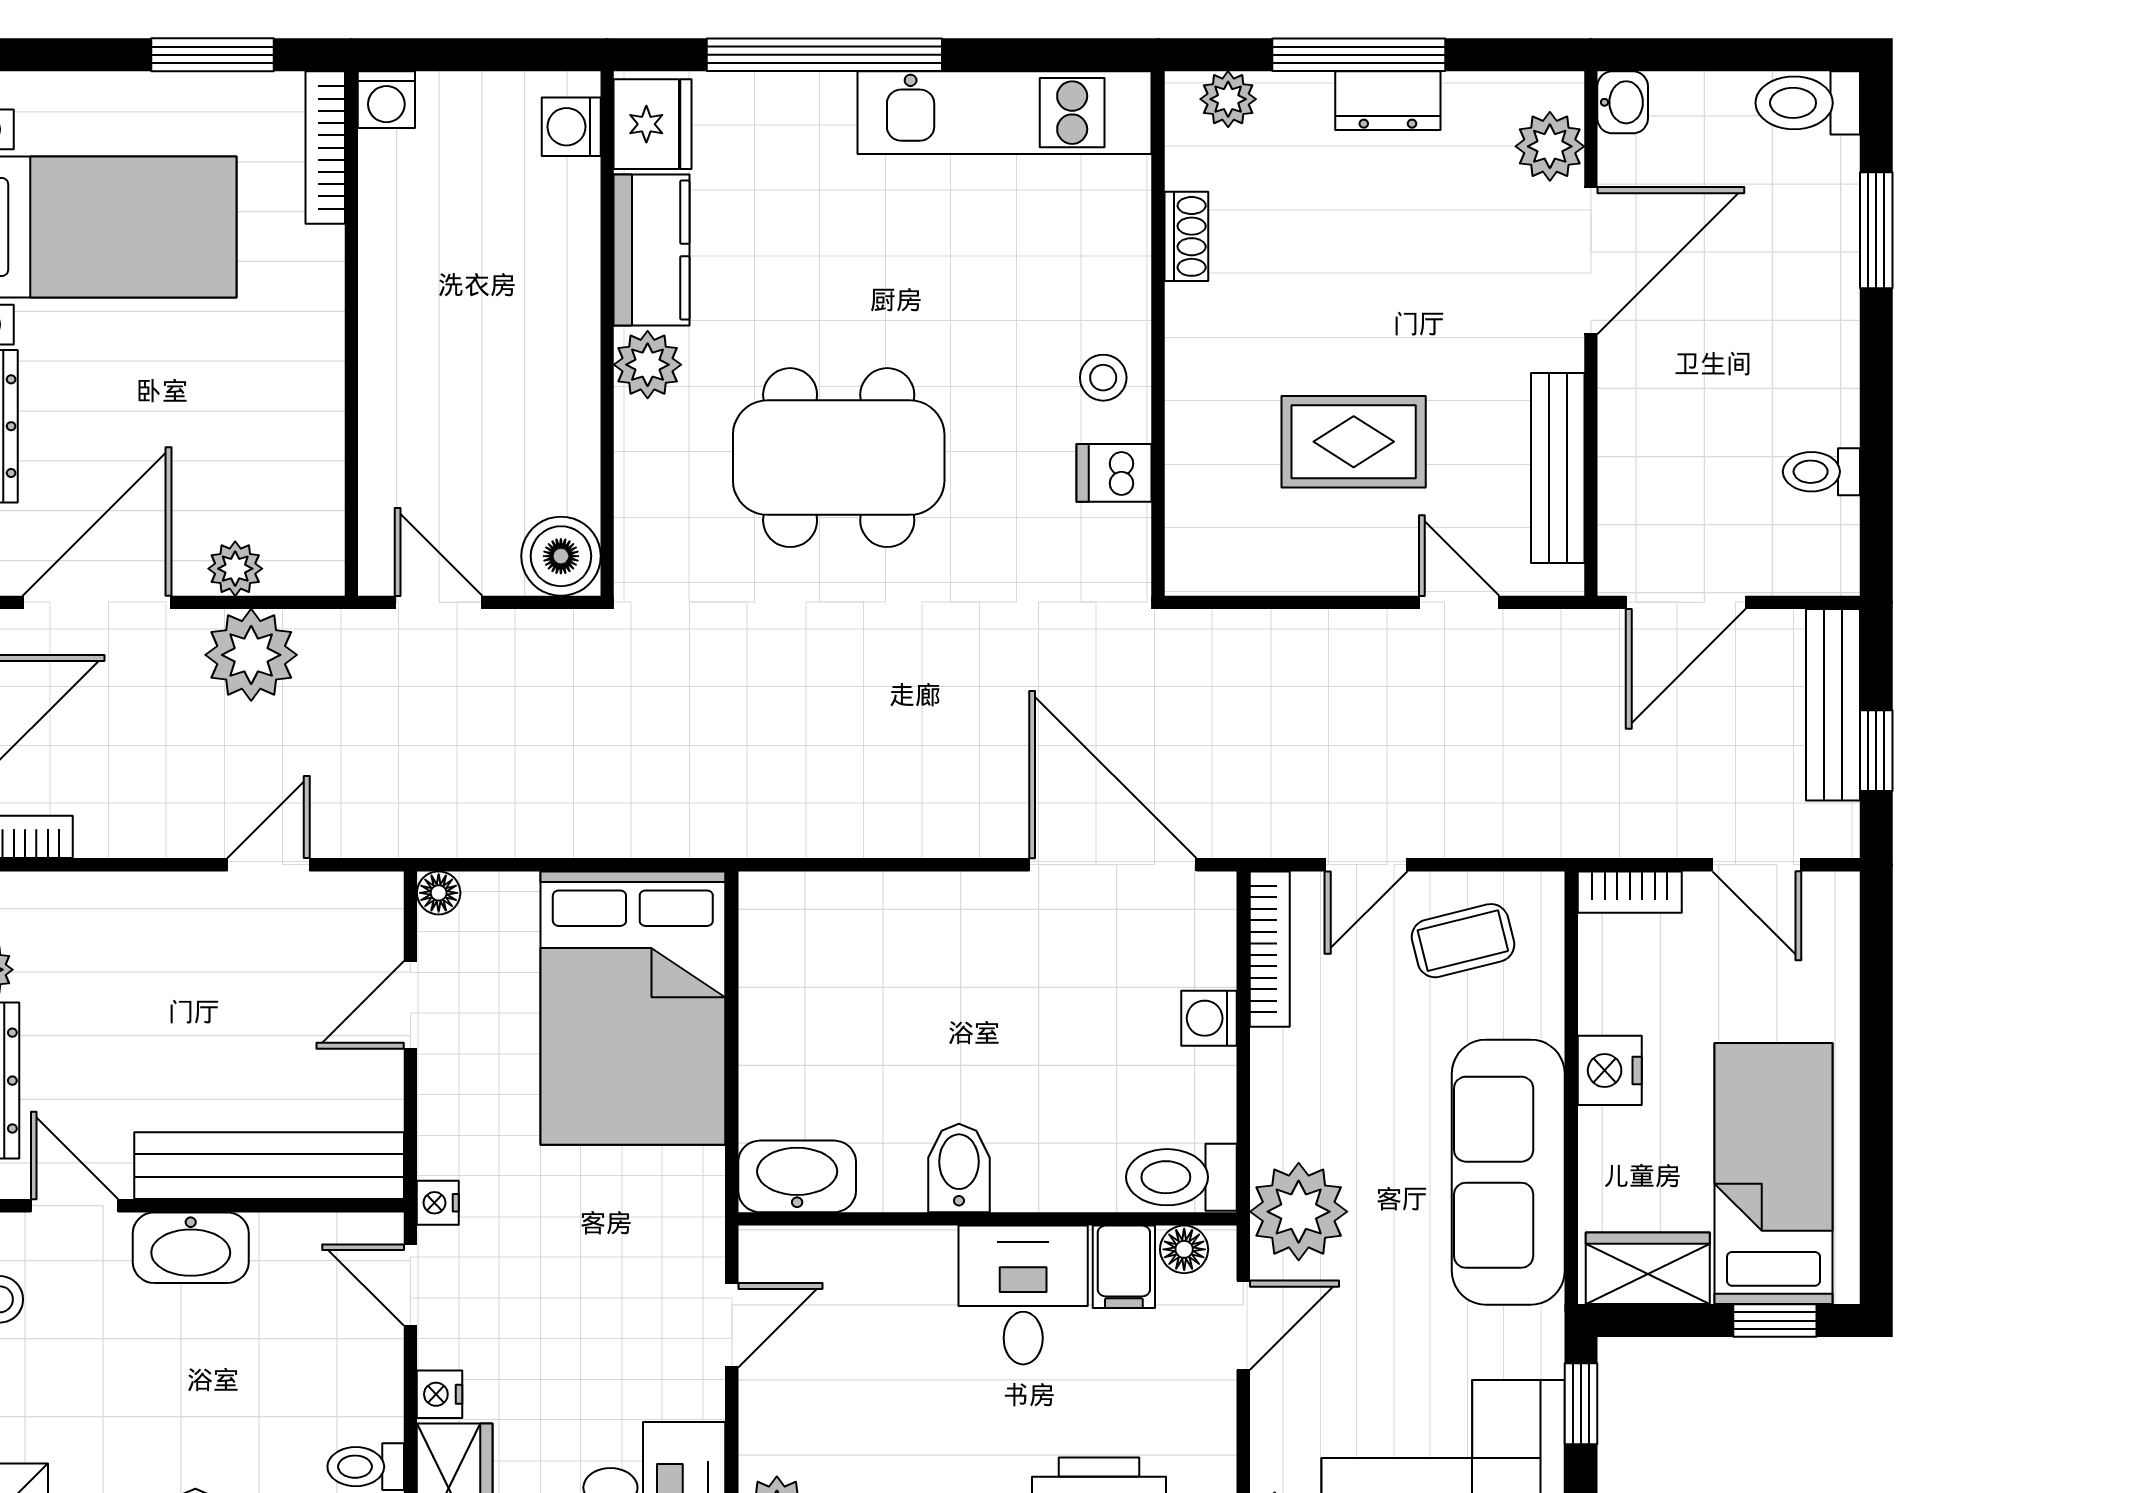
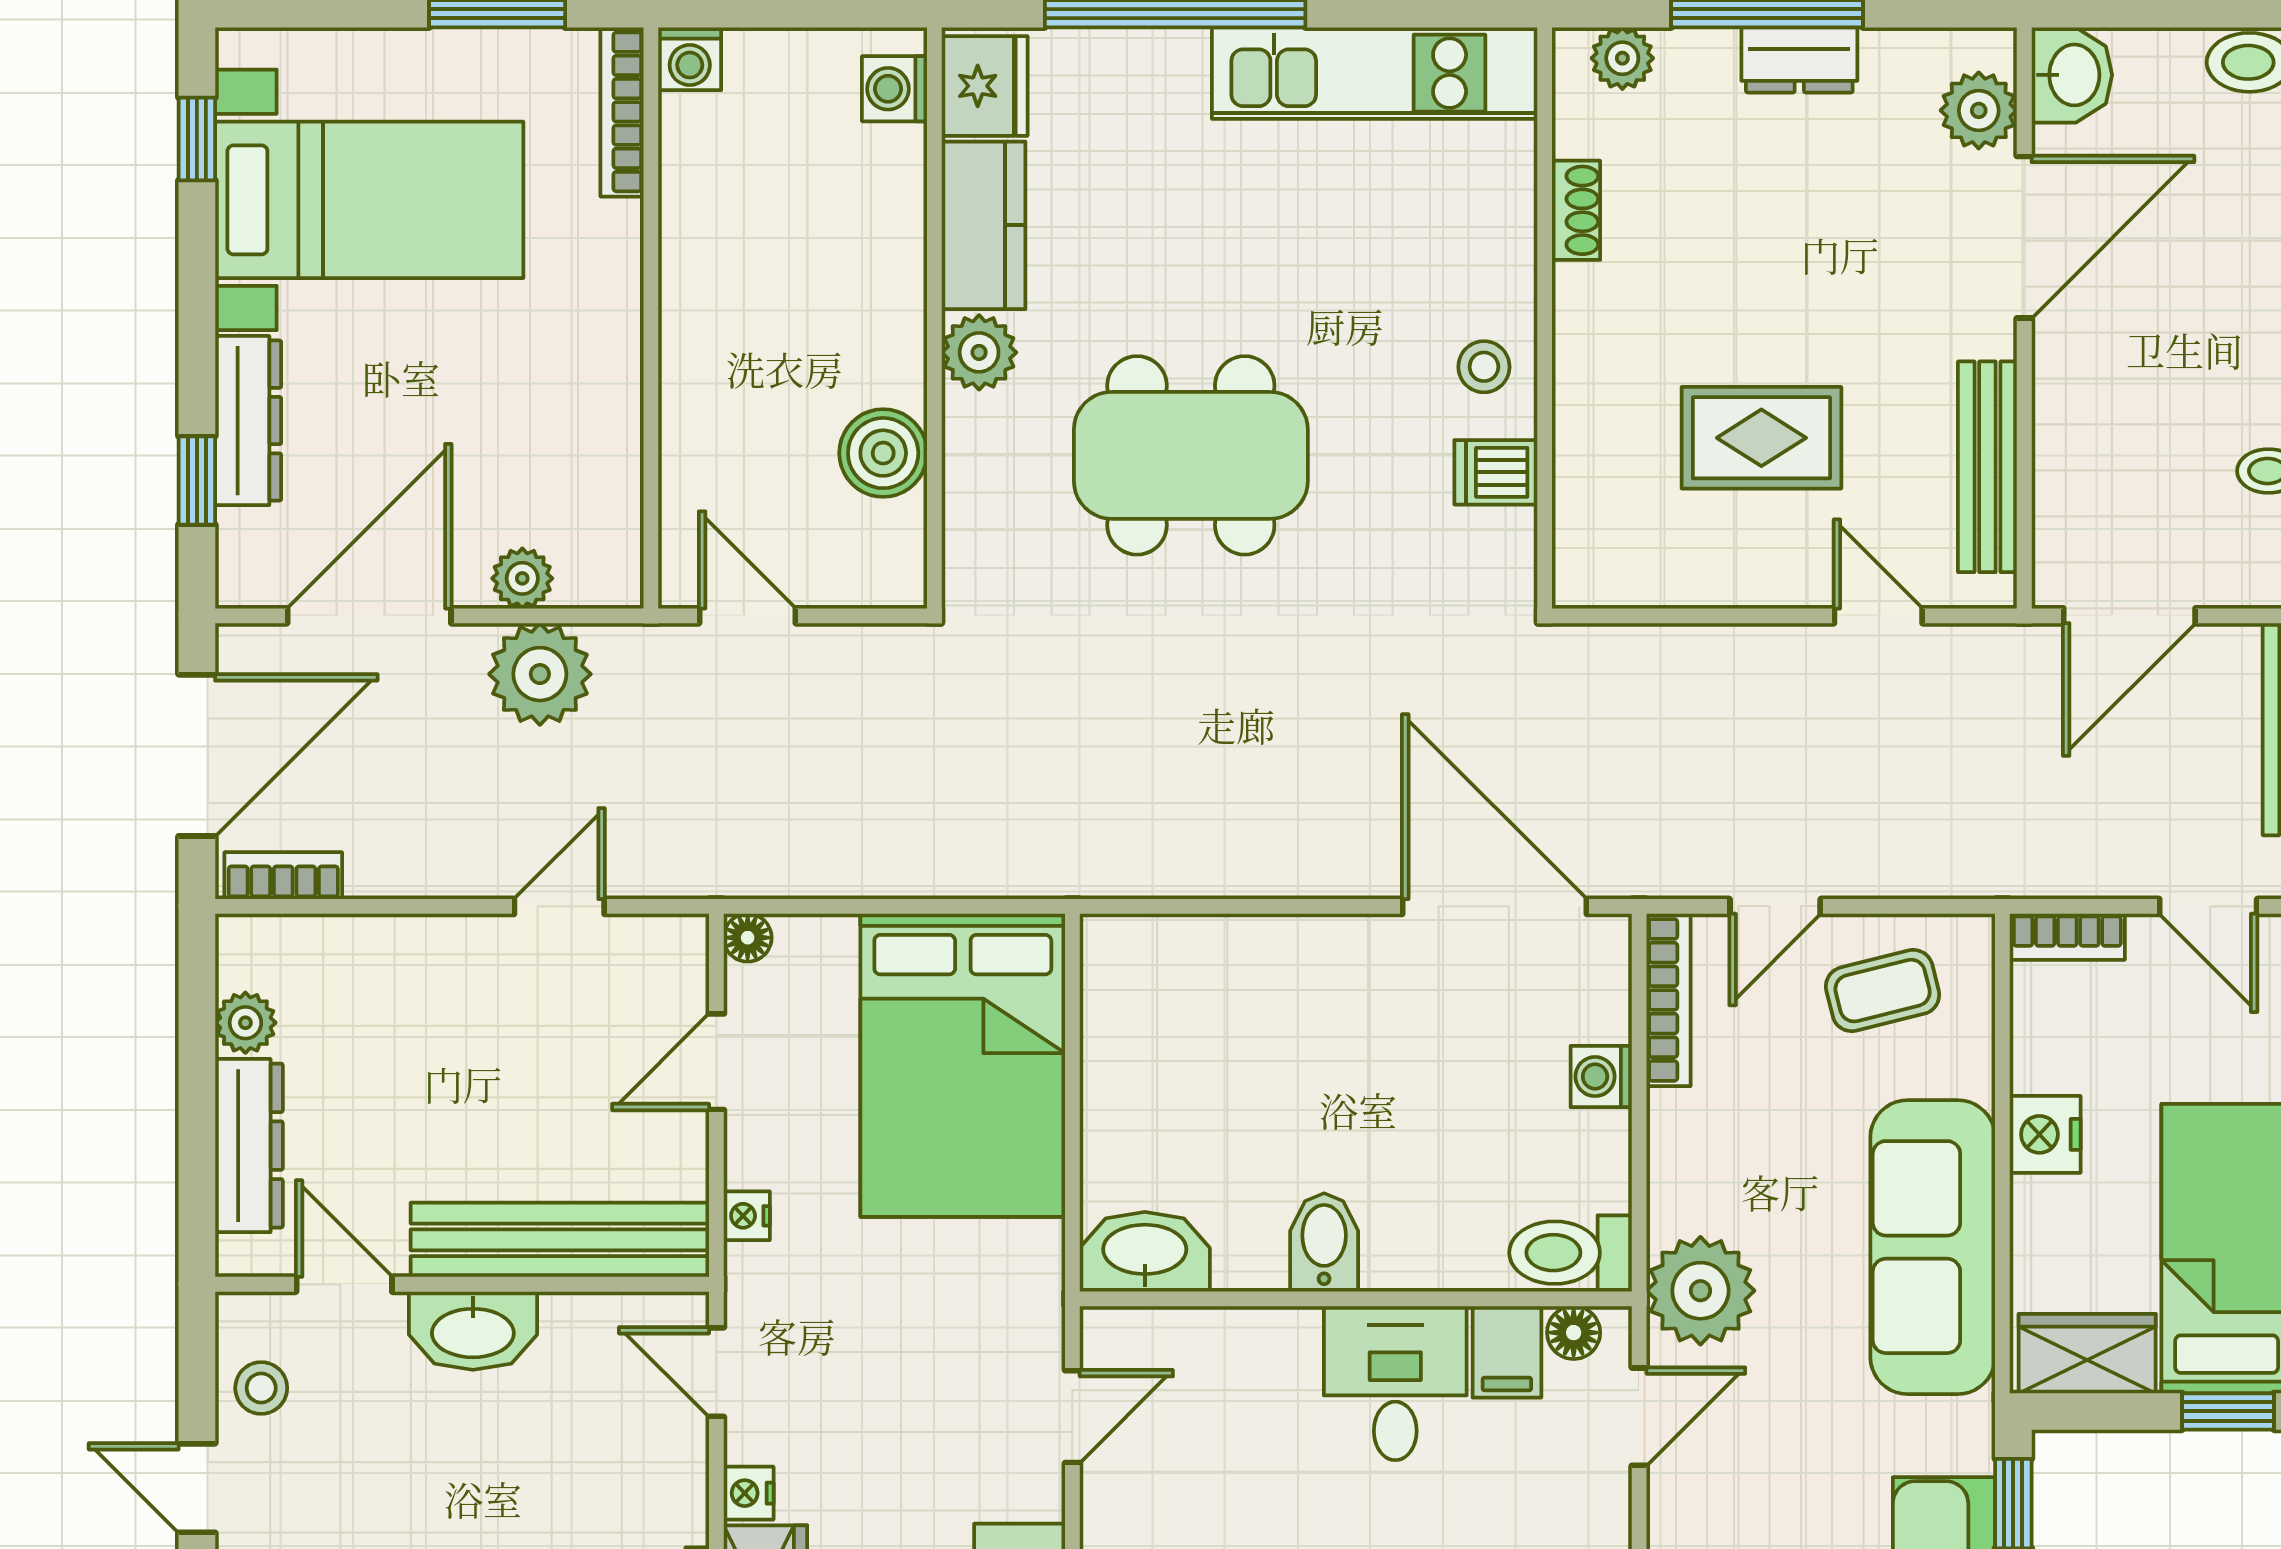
washbasin: (1623, 102) -> (2072, 75), width x1.38, depth x1.45
boiler: (561, 556) -> (883, 453), moved
nightstand: (438, 1203) -> (747, 1216), moved

